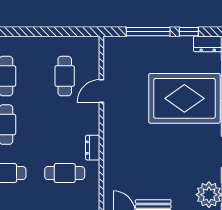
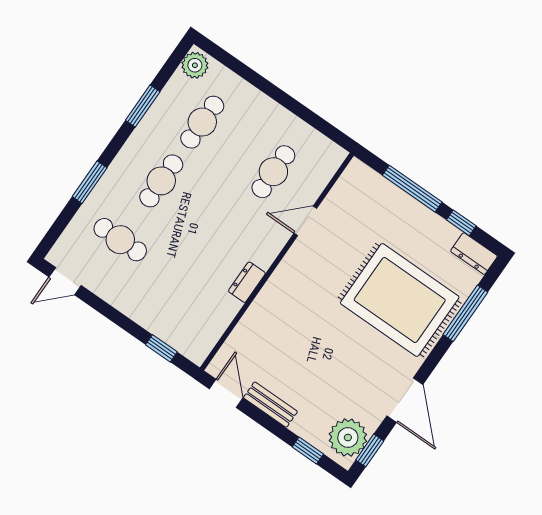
cafe table: (65, 173) -> (191, 289), removed

